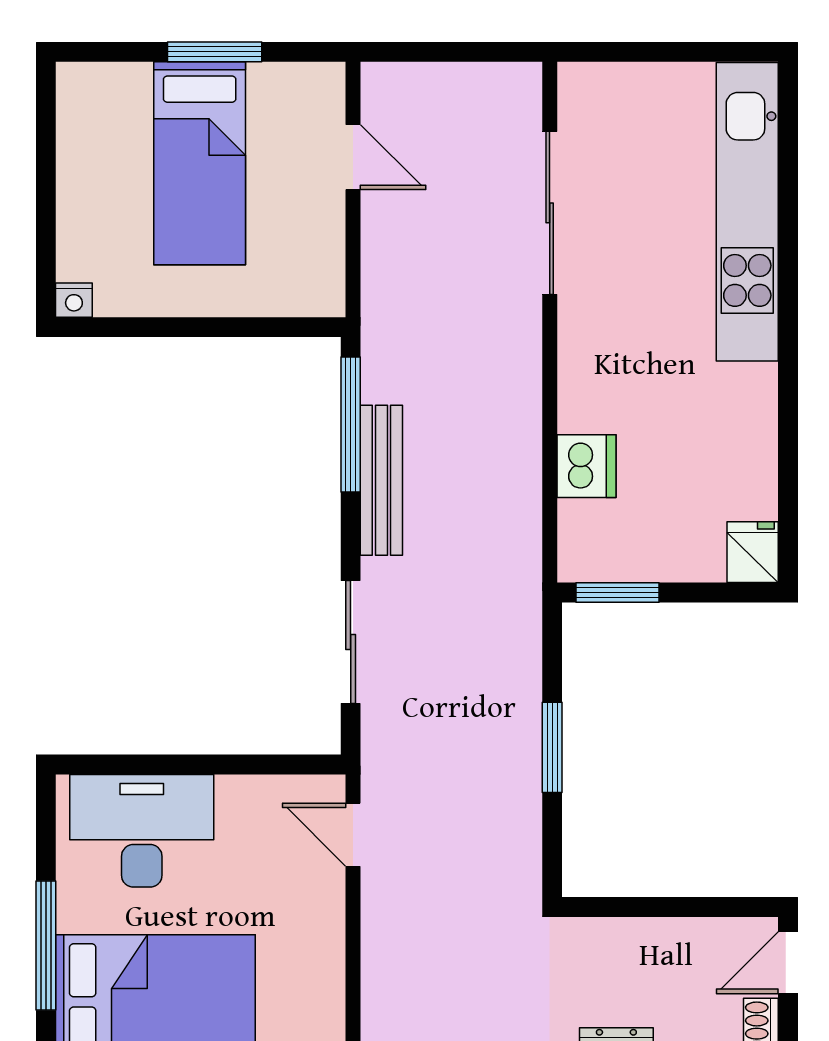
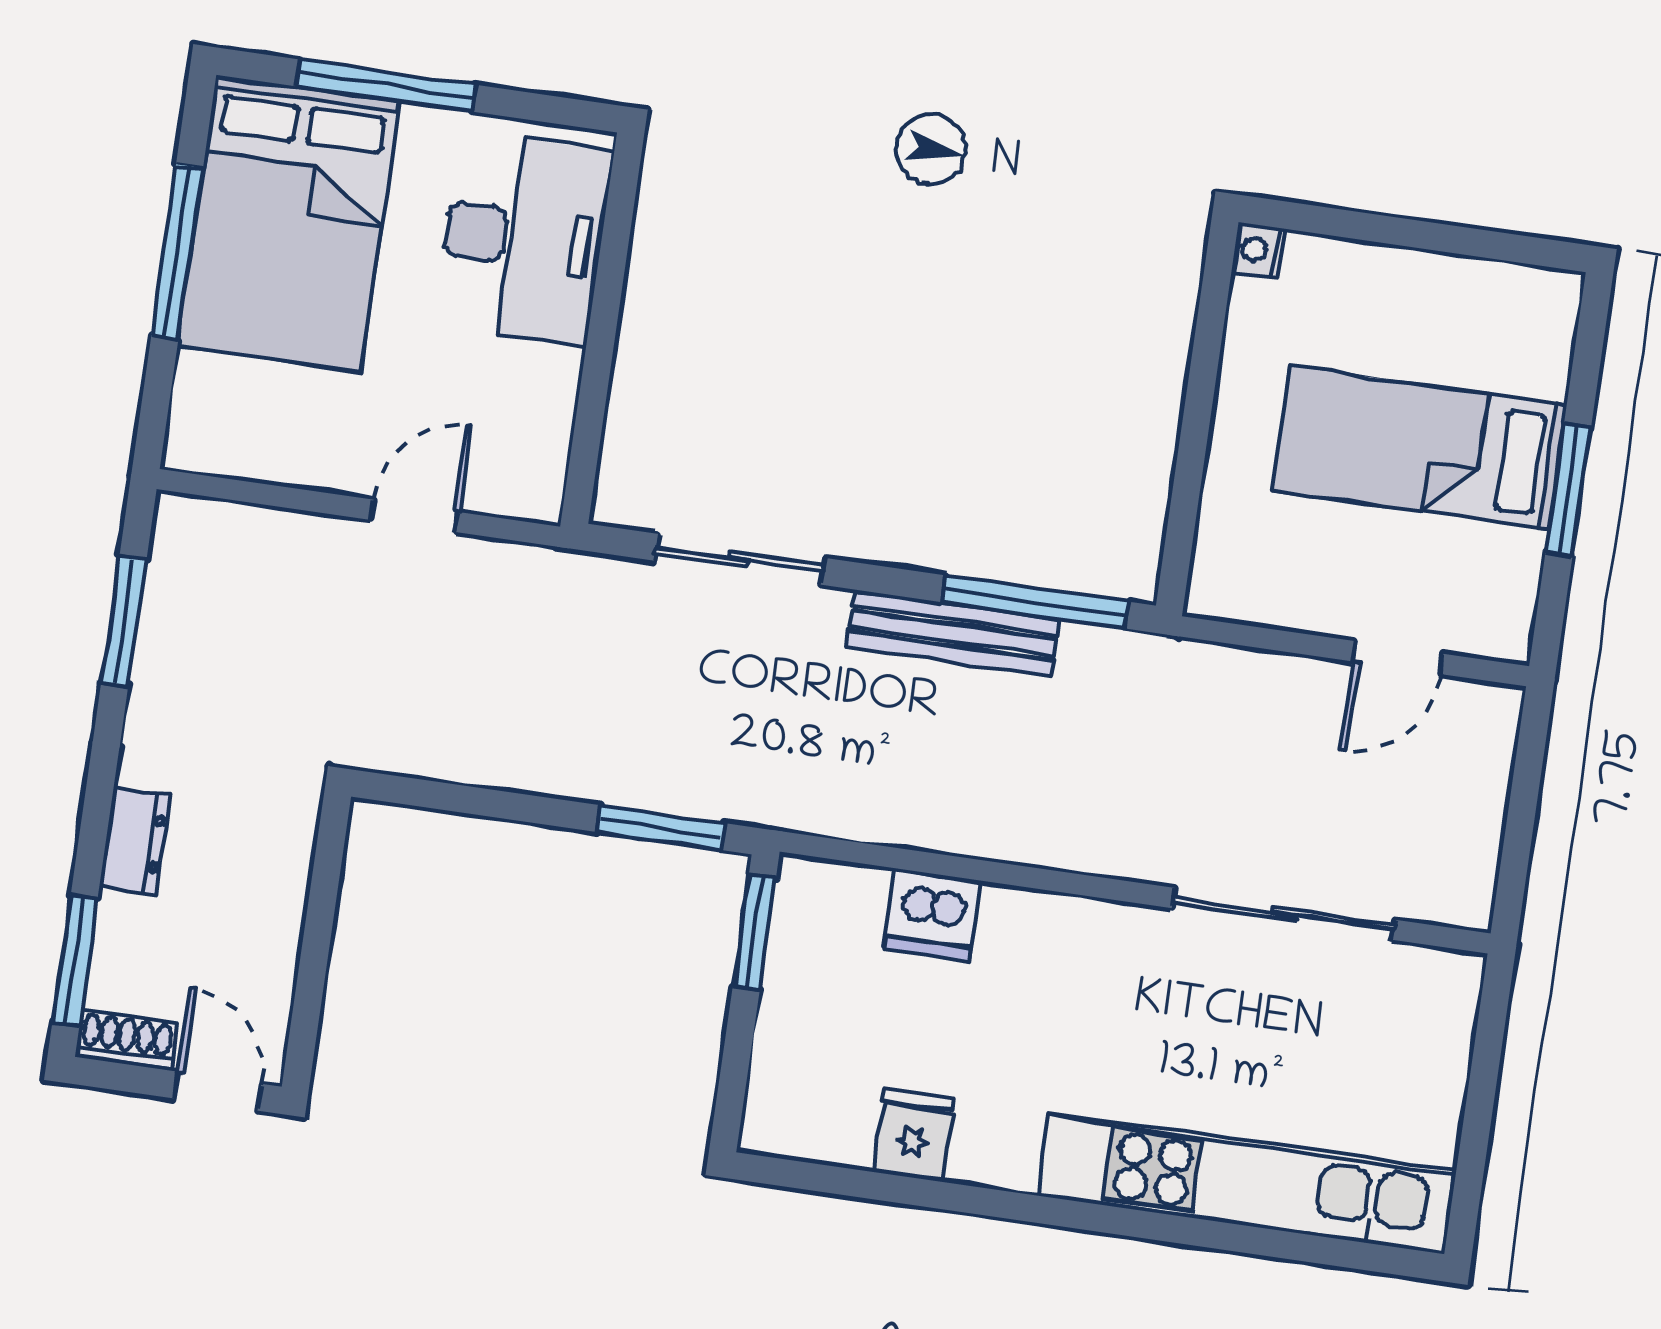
fridge: (753, 552) -> (914, 1136), moved, turned -90
window: (552, 747) -> (661, 828), moved
door: (353, 835) -> (415, 516), moved

